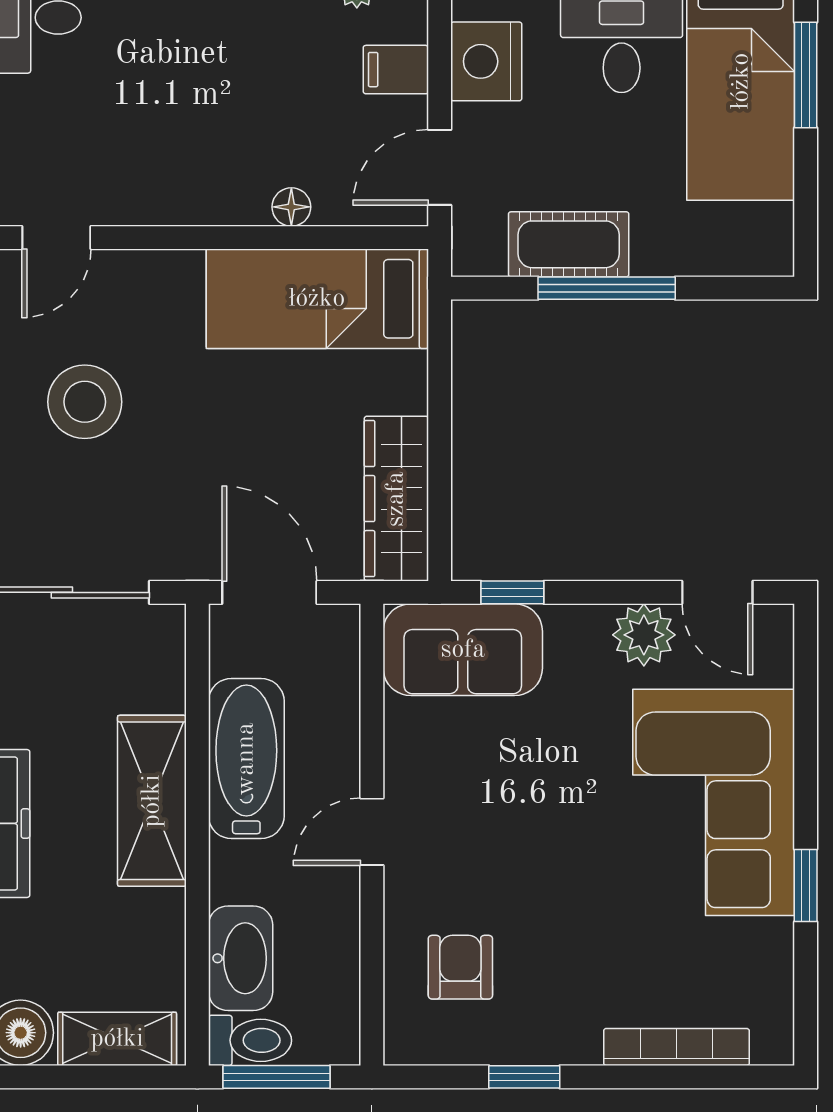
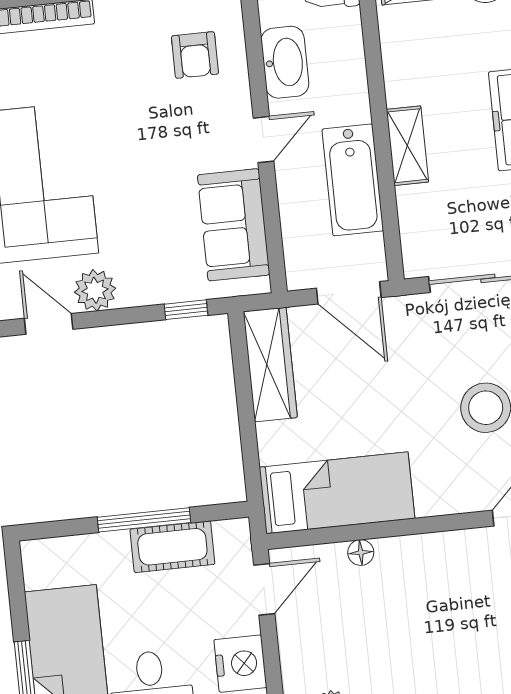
filing cabinet: (396, 70) -> (300, 652), removed
sofa: (463, 650) -> (234, 225), moved, turned -90
shelving: (152, 801) -> (407, 146), width x0.67, depth x0.75
washbasin: (241, 958) -> (285, 62), moved, turned 180

